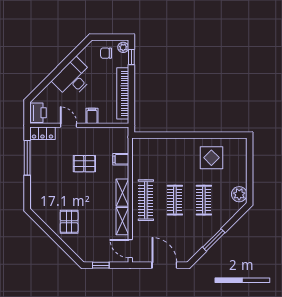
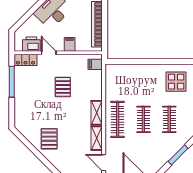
printer: (38, 113) -> (31, 44), moved, turned -90
filing cabinet: (121, 159) -> (95, 64), moved
pallet: (84, 164) -> (63, 87), turned 90

